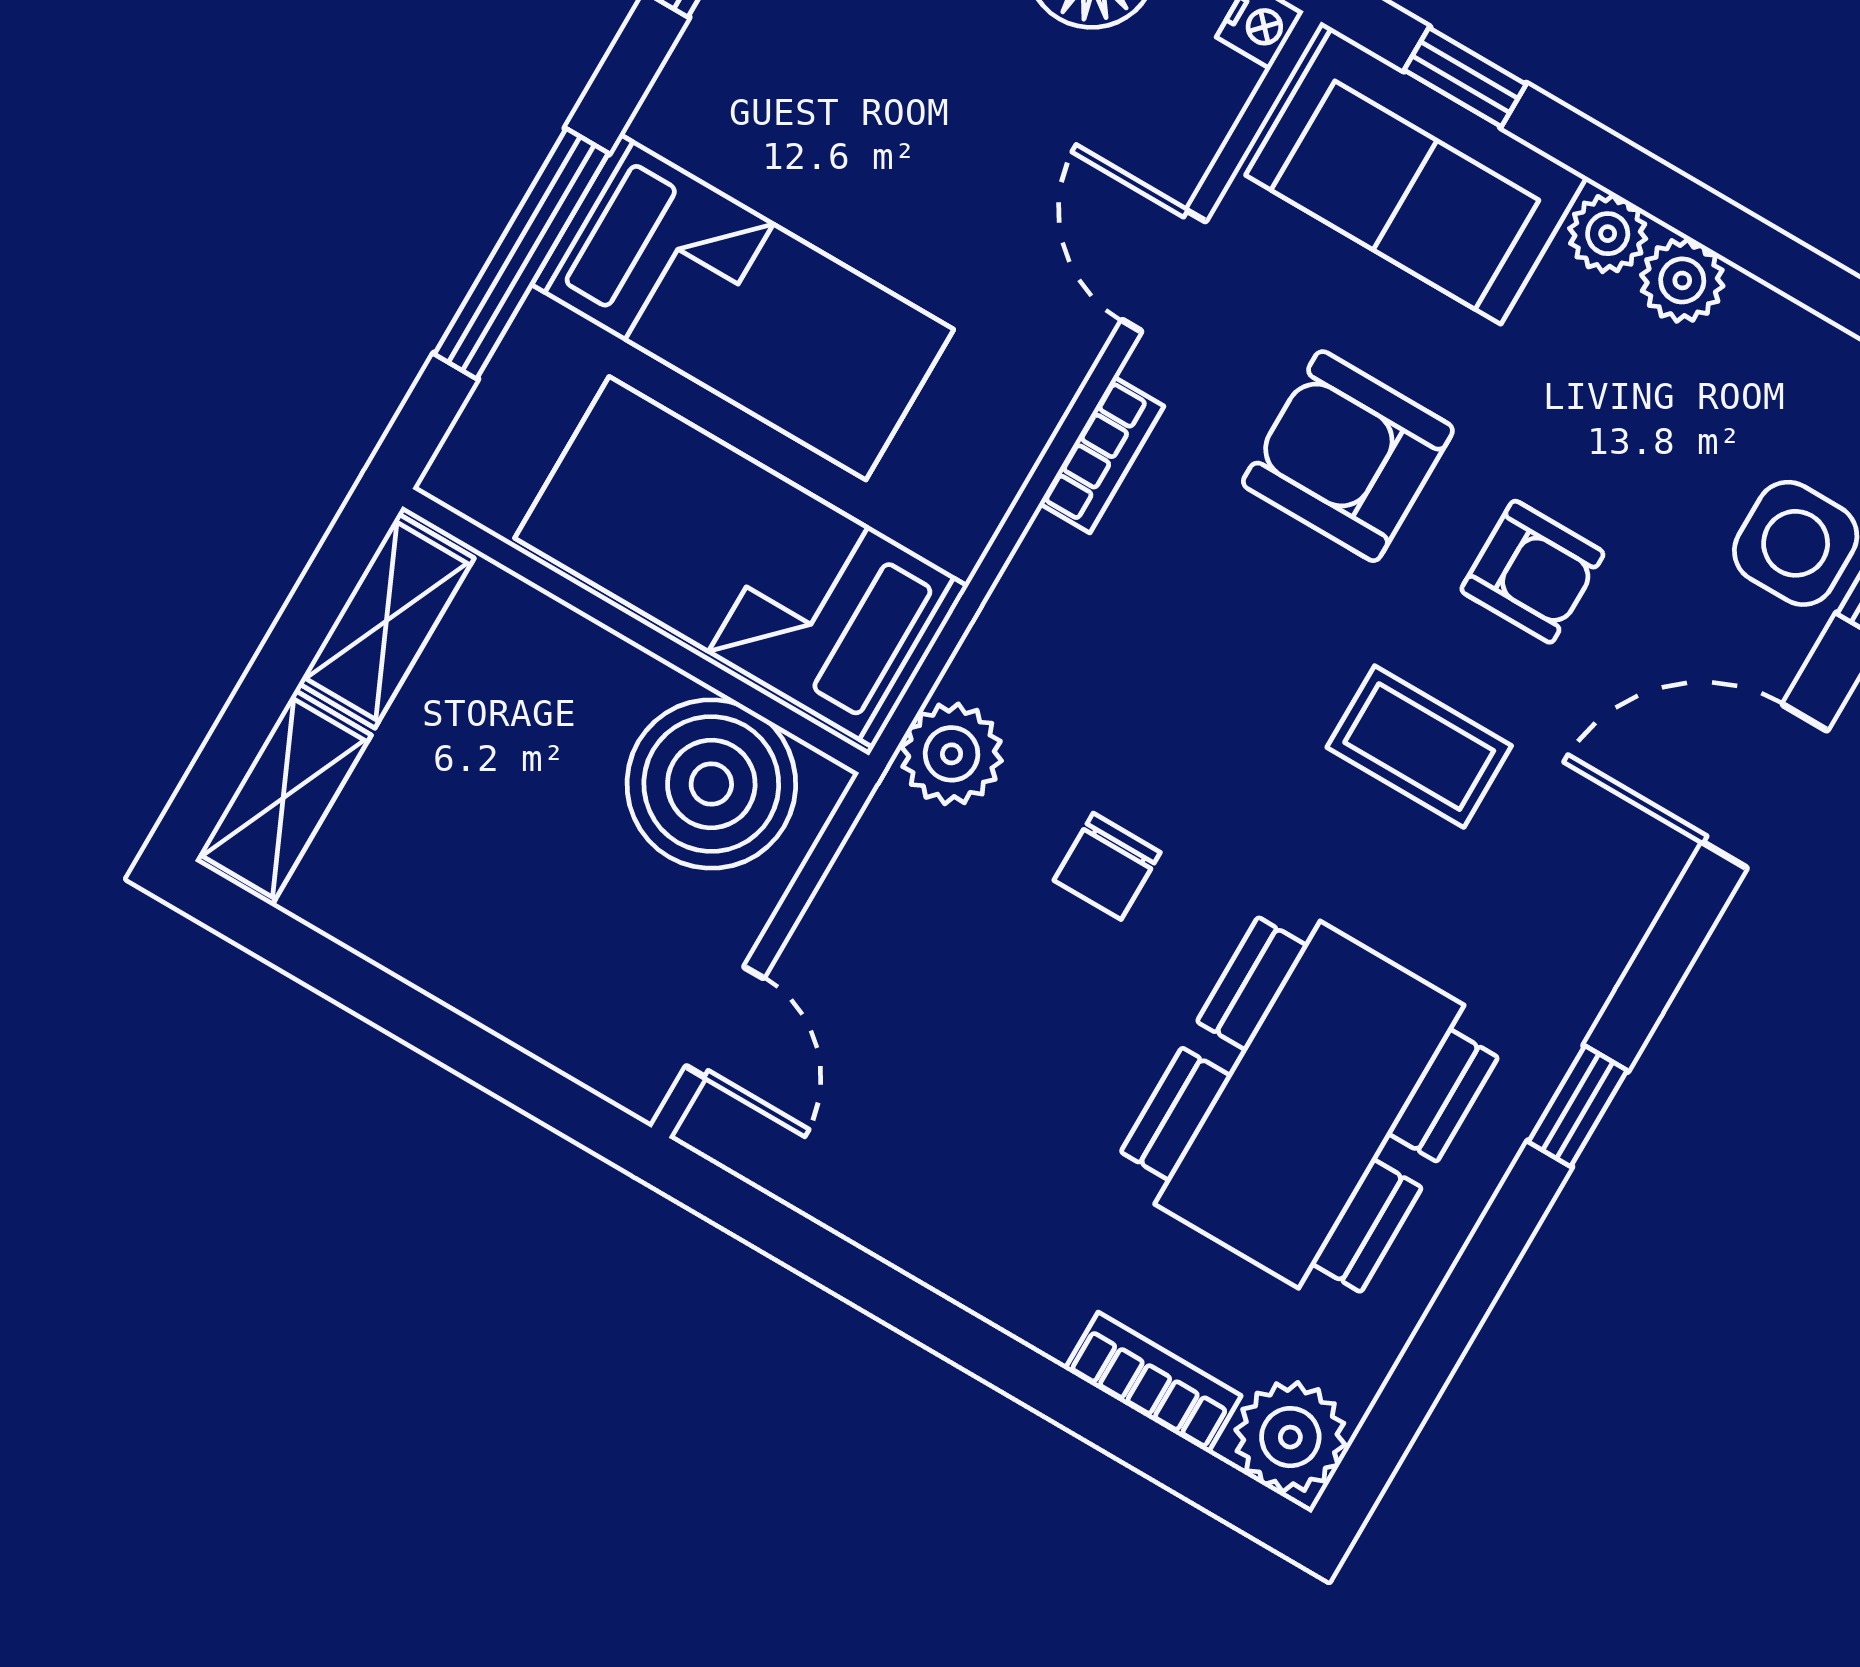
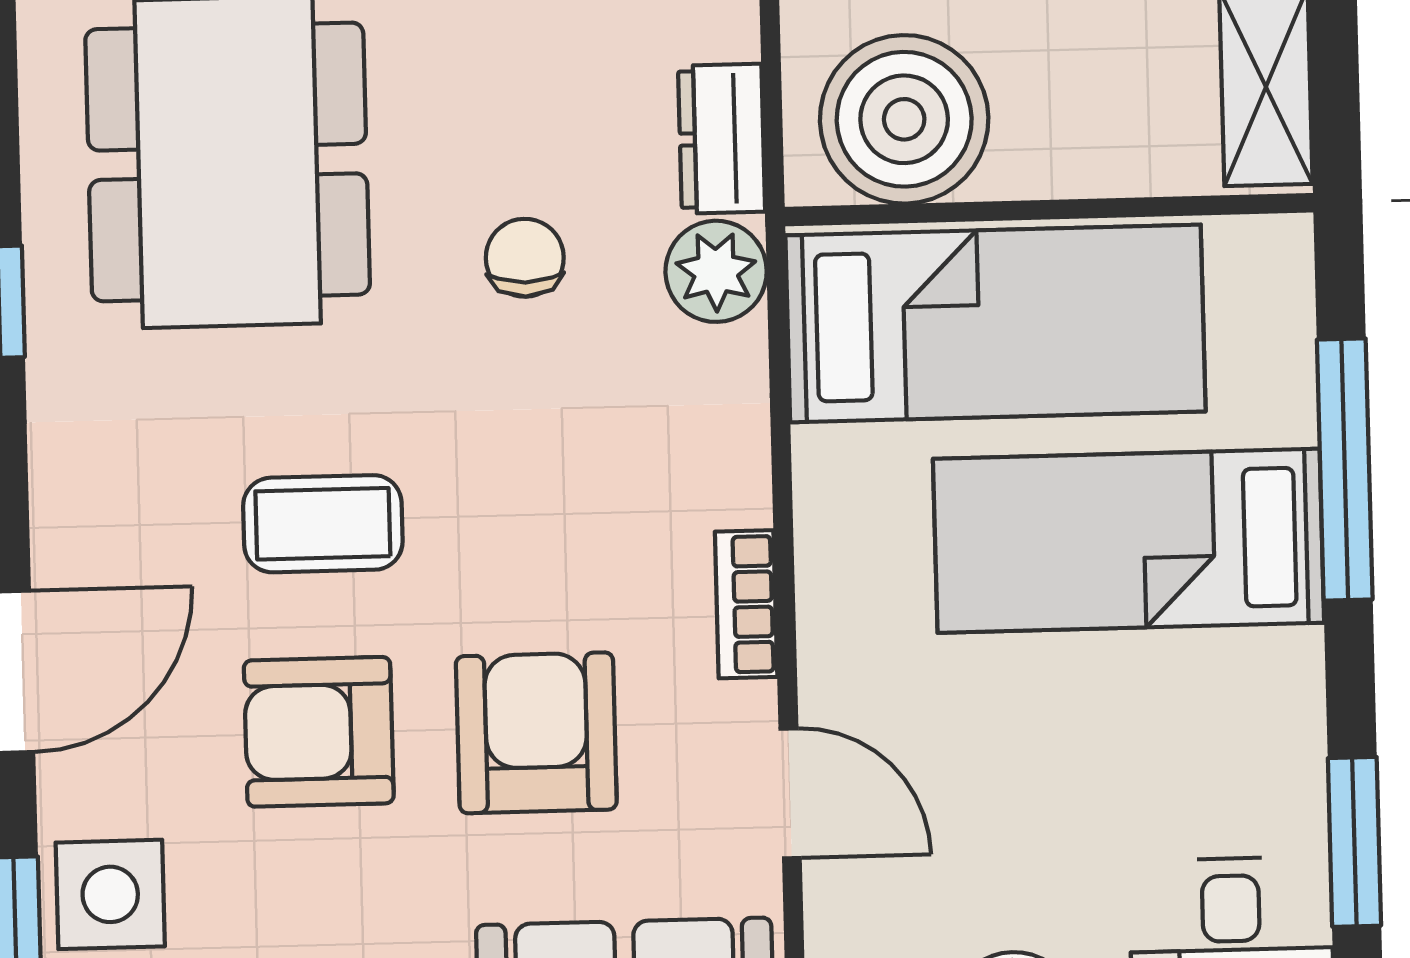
armchair: (1348, 456) -> (536, 733), turned -90
armchair: (1532, 572) -> (319, 732), width x1.38, depth x1.38
dresser: (877, 864) -> (722, 139), added

